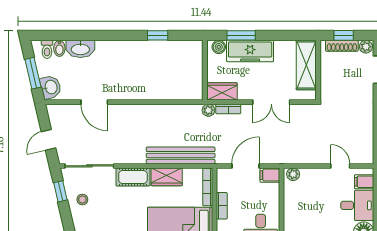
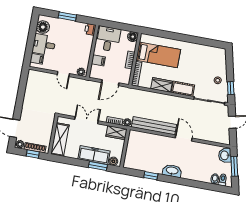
washbasin: (80, 49) -> (172, 171), moved
door: (94, 102) -> (184, 138), moved
bench: (181, 155) -> (154, 126), moved
door: (340, 166) -> (63, 74), moved
filing cabinet: (270, 175) -> (98, 60), moved

